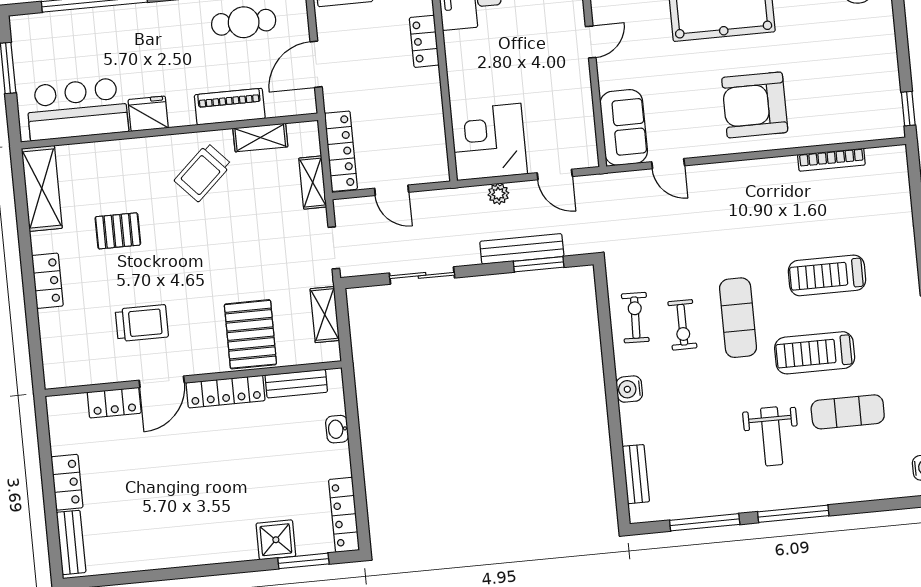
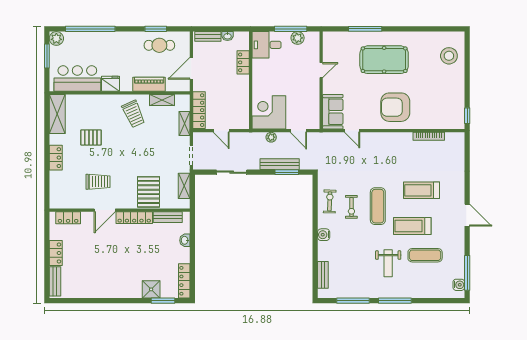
plant: (25, 29) -> (56, 38), added
trolley: (203, 172) -> (133, 114), turned -71
locker: (114, 403) -> (68, 218), moved

